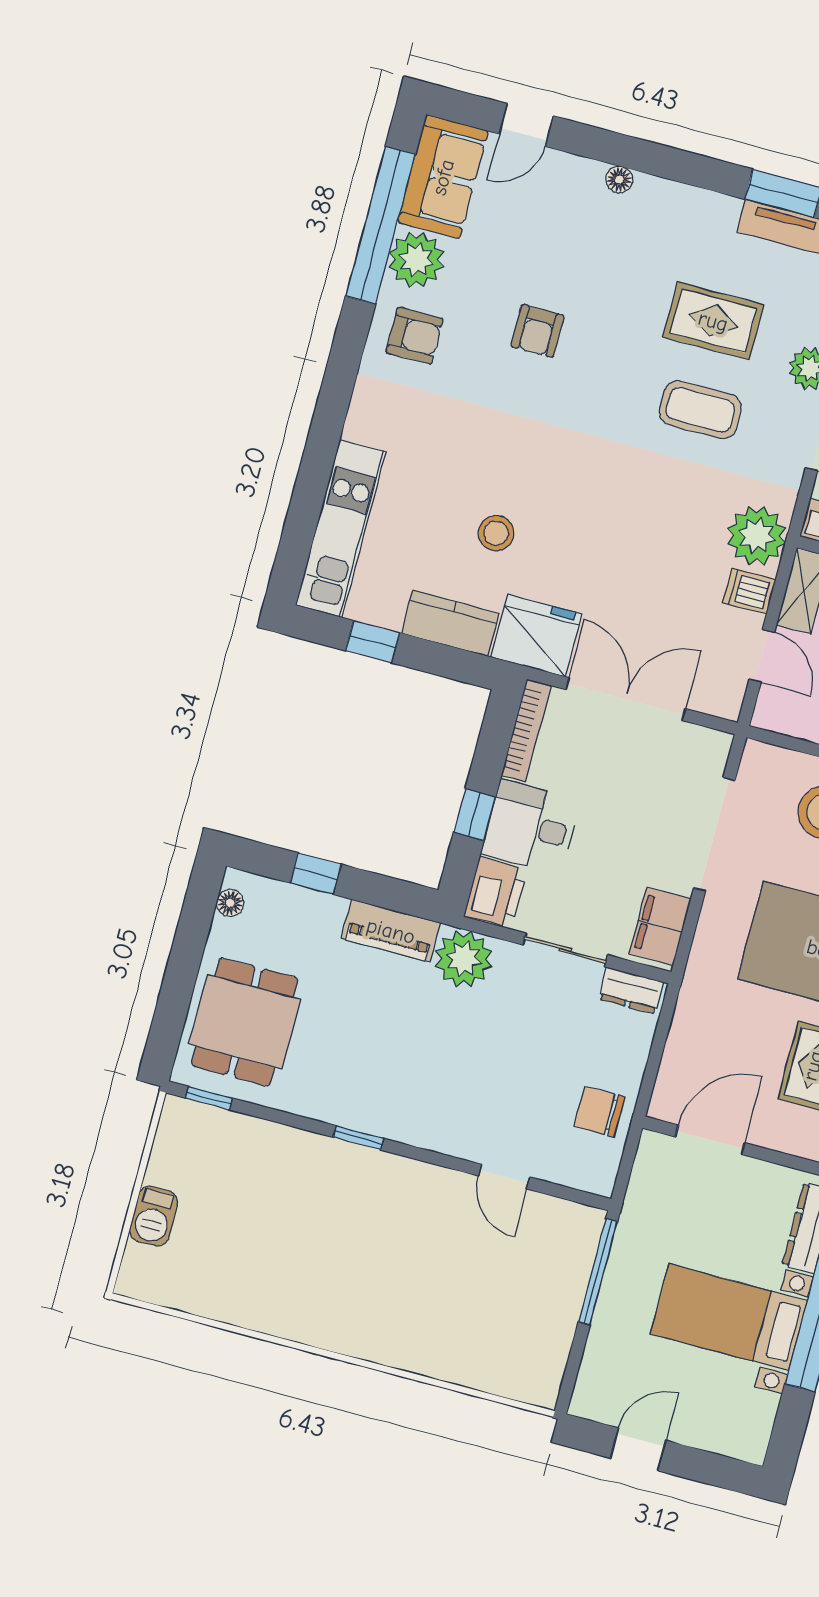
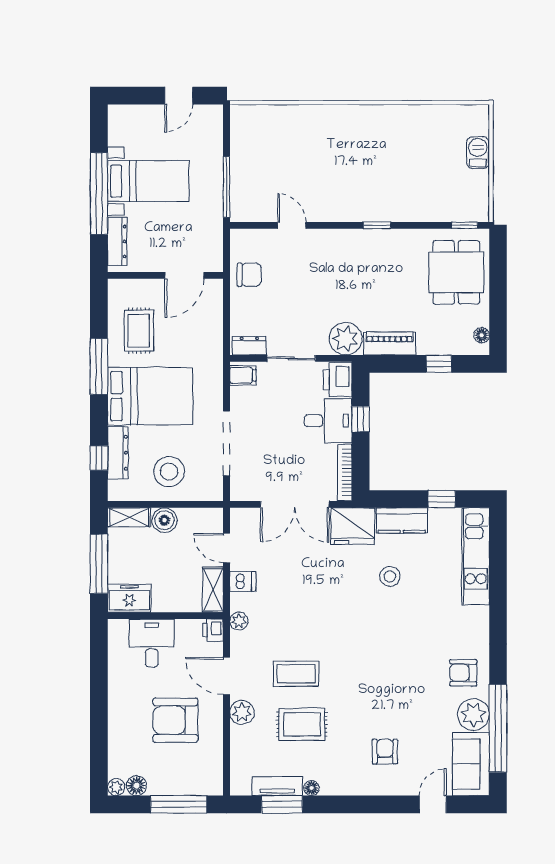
floor lamp: (619, 179) -> (311, 788), moved
armchair: (537, 331) -> (385, 752), moved
plant: (757, 536) -> (239, 621), width x0.53, depth x0.53
filing cabinet: (660, 926) -> (243, 375), width x0.50

